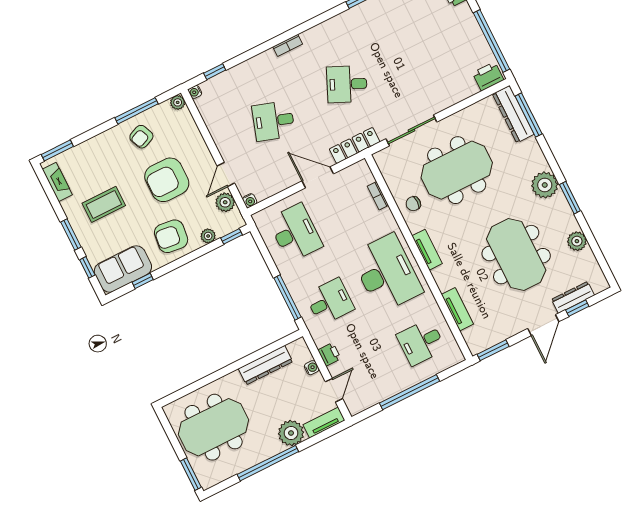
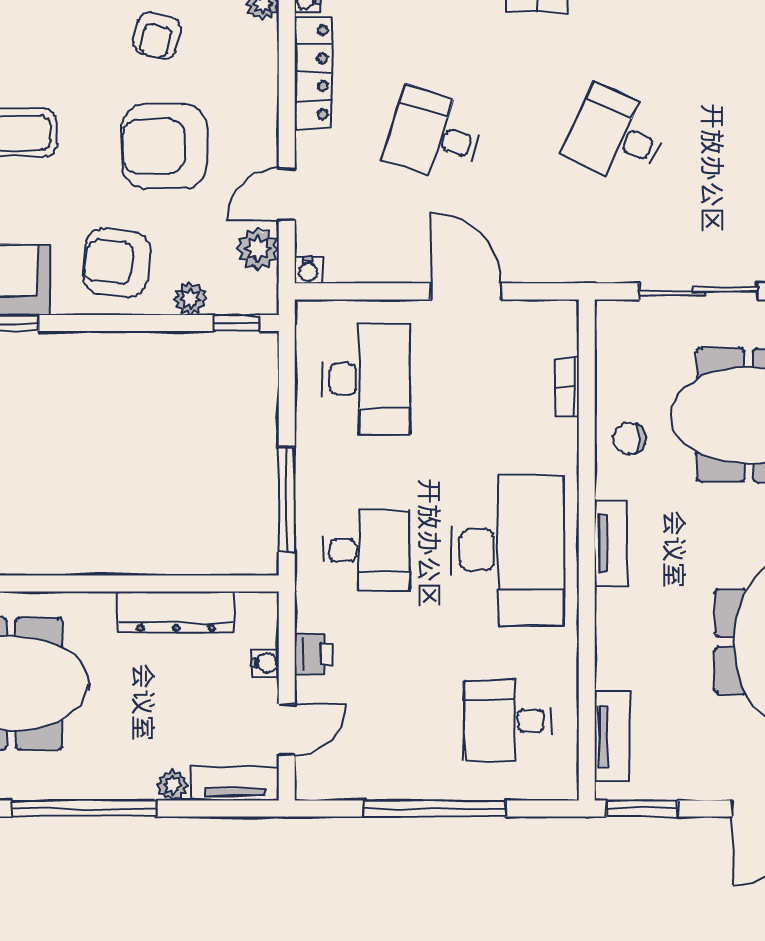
armchair: (141, 137) -> (157, 36), turned -53
locker: (355, 145) -> (313, 72), moved, turned 90
tv unit: (457, 309) -> (612, 737), moved
plant: (291, 433) -> (173, 785), width x0.53, depth x0.53

